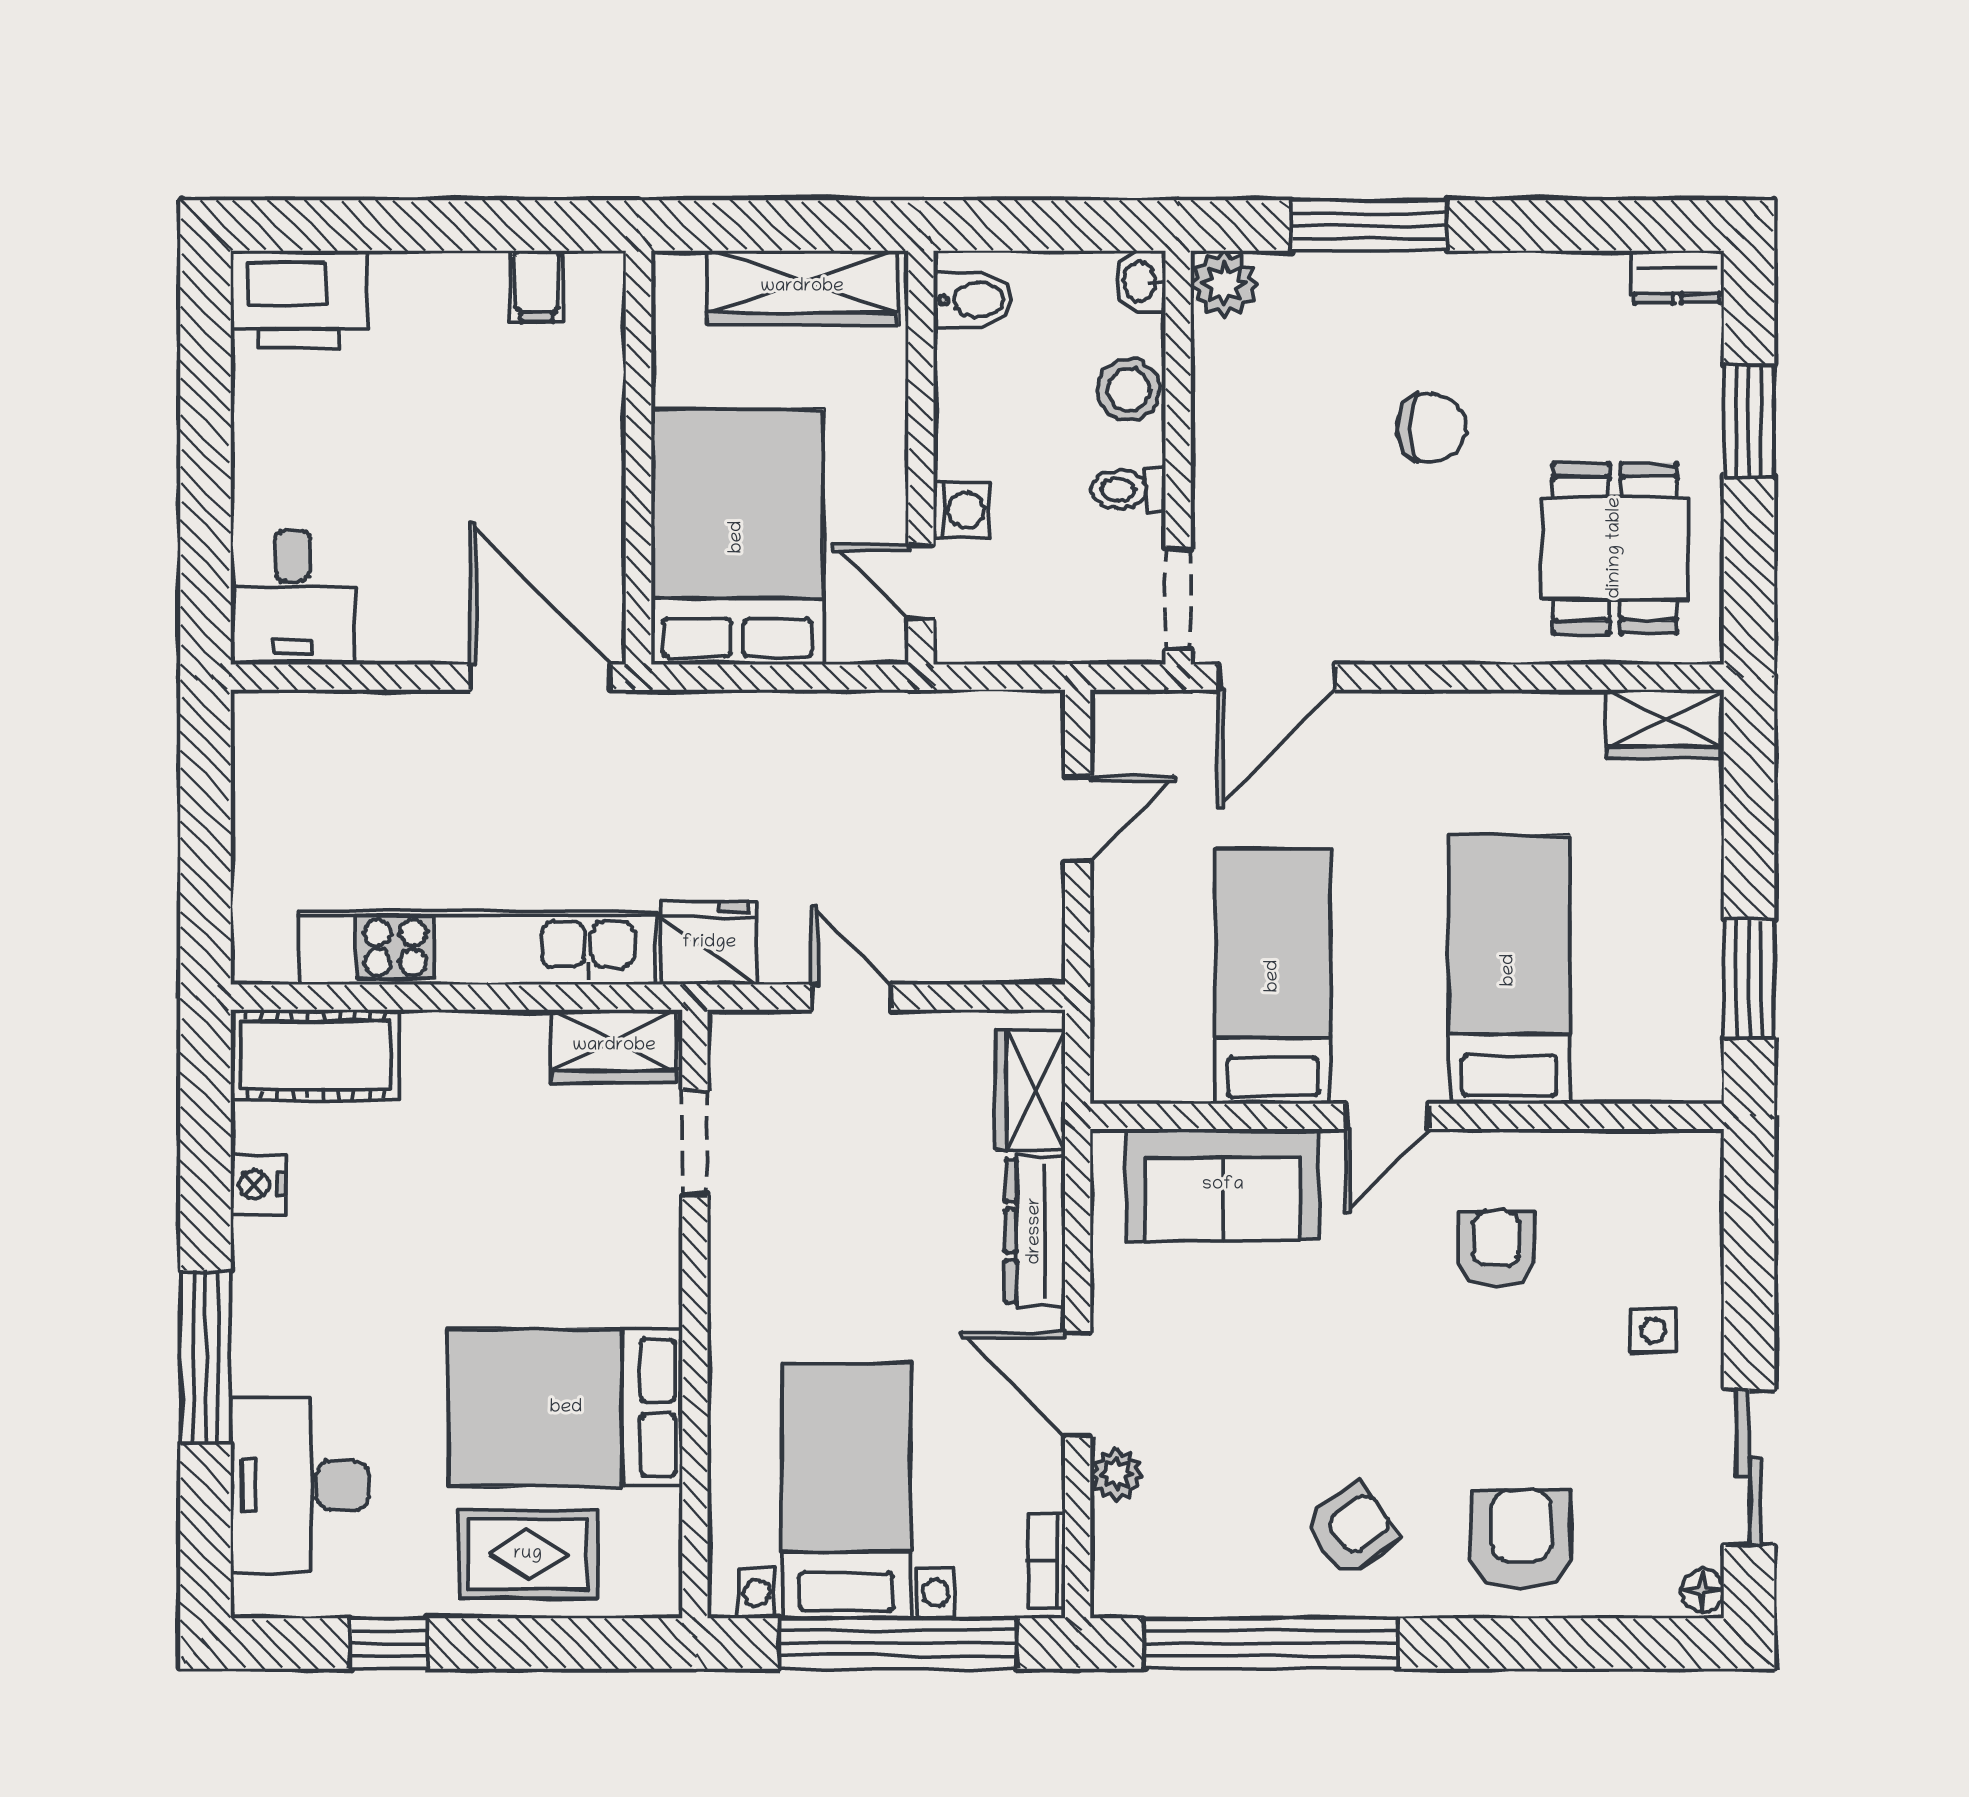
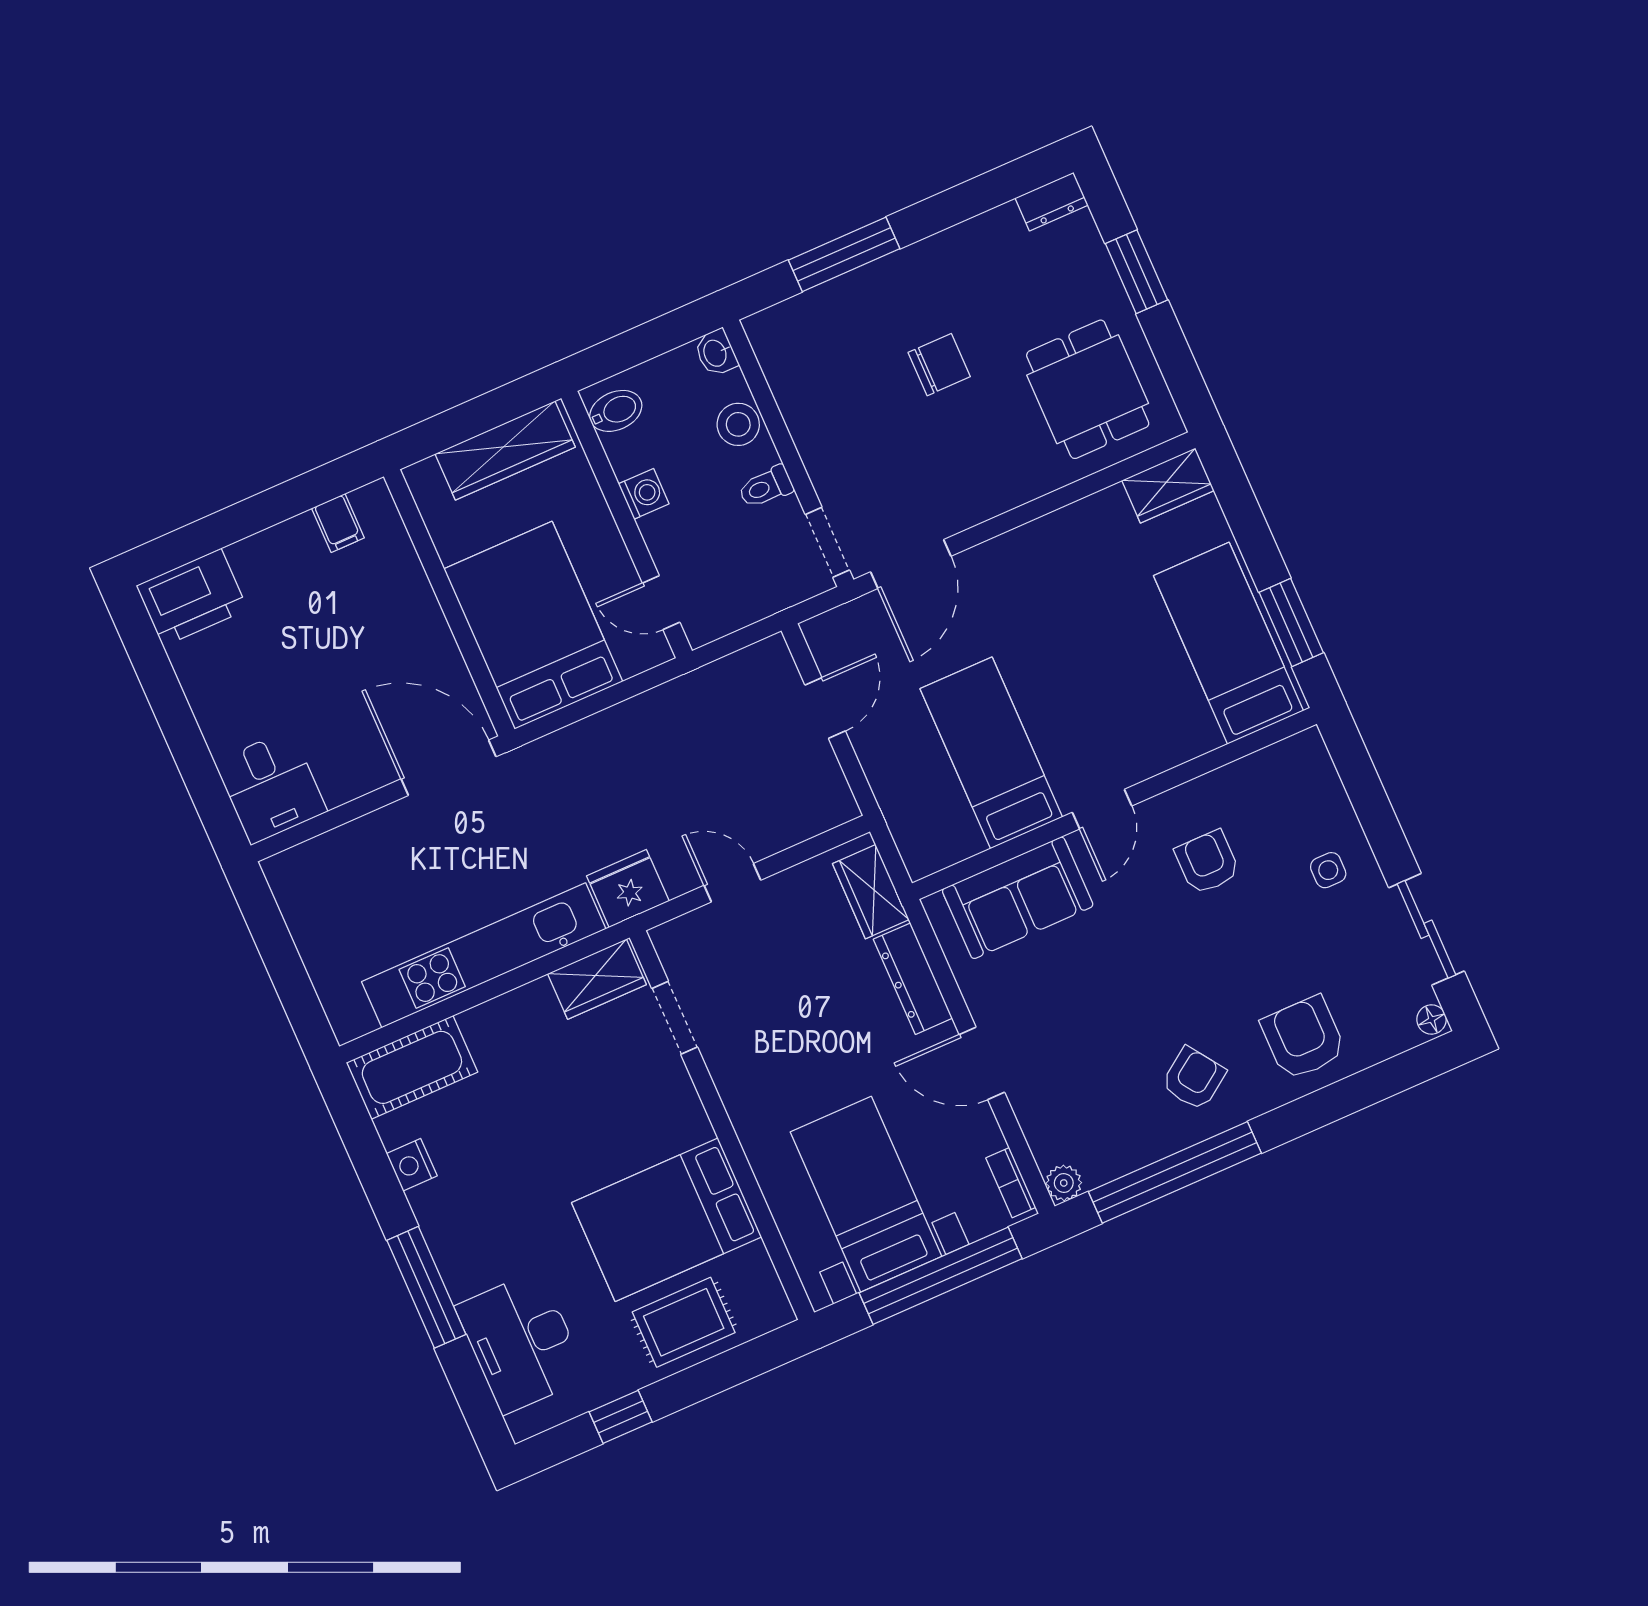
plant: (1224, 284) -> (769, 332), removed
washing machine: (962, 510) -> (644, 494), moved
bed: (1509, 970) -> (1228, 643), moved
plant: (1116, 1474) -> (1064, 1183), moved

